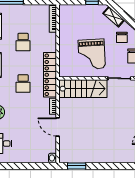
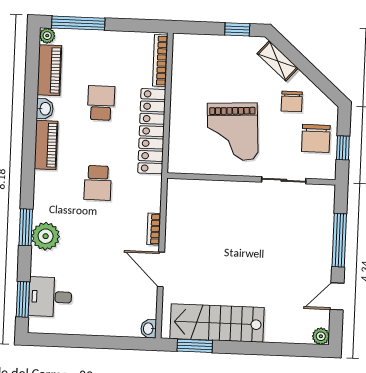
school desk: (23, 42) -> (101, 103), turned 180
locker: (50, 75) -> (152, 131), moved
stairs: (83, 89) -> (217, 323), moved, turned 180

